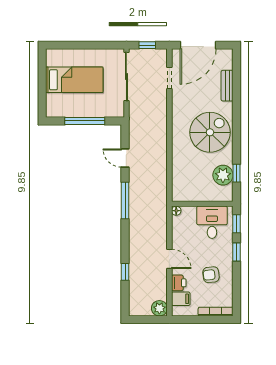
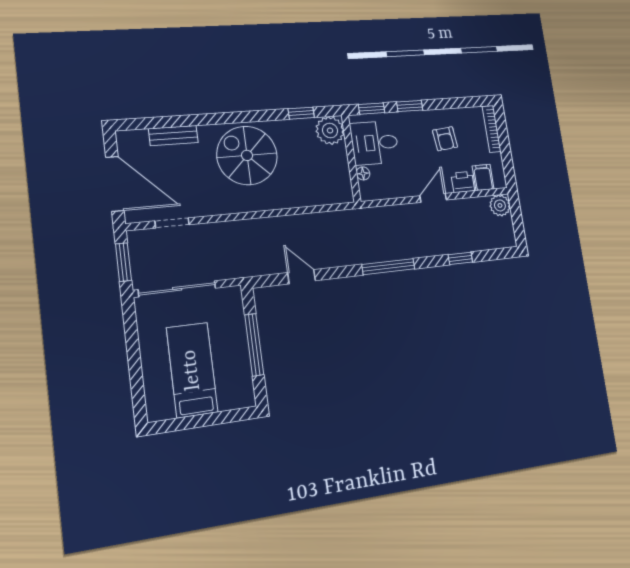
window: (147, 45) -> (123, 262), width x1.50
door: (125, 158) -> (302, 277), swing flipped
plant: (223, 175) -> (330, 130), moved
window: (125, 201) -> (388, 267), moved
floor lamp: (176, 211) -> (363, 173), moved

